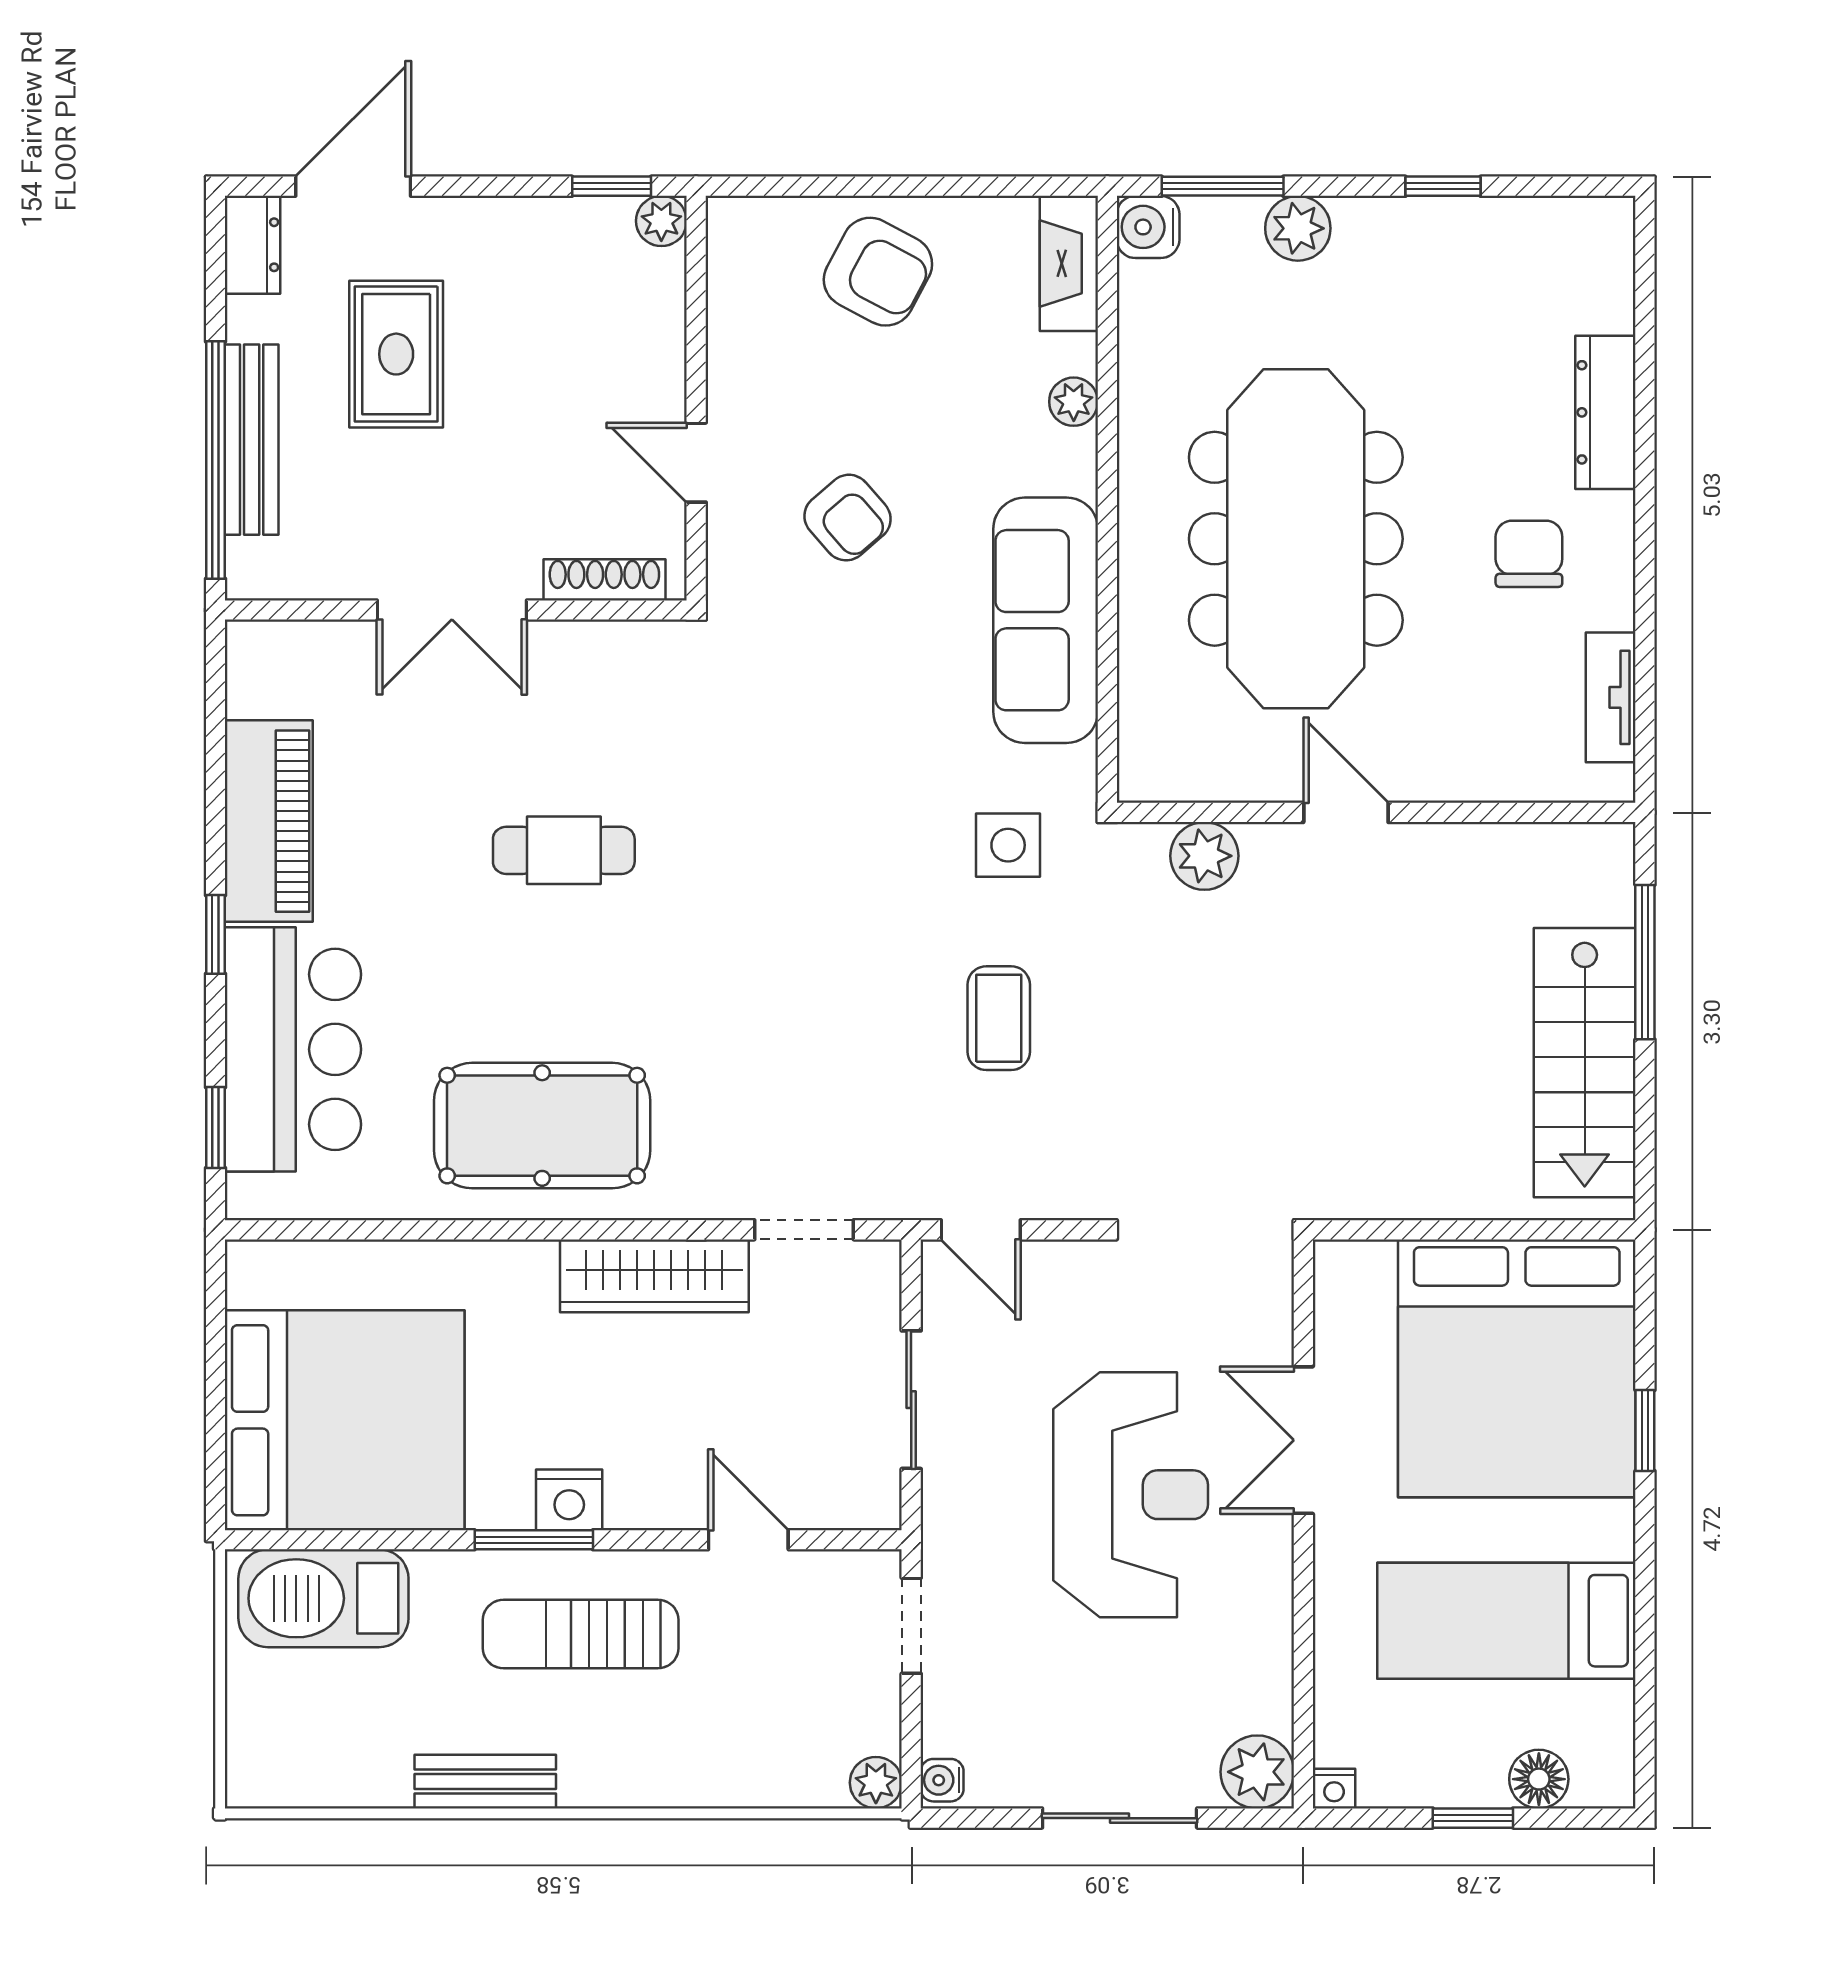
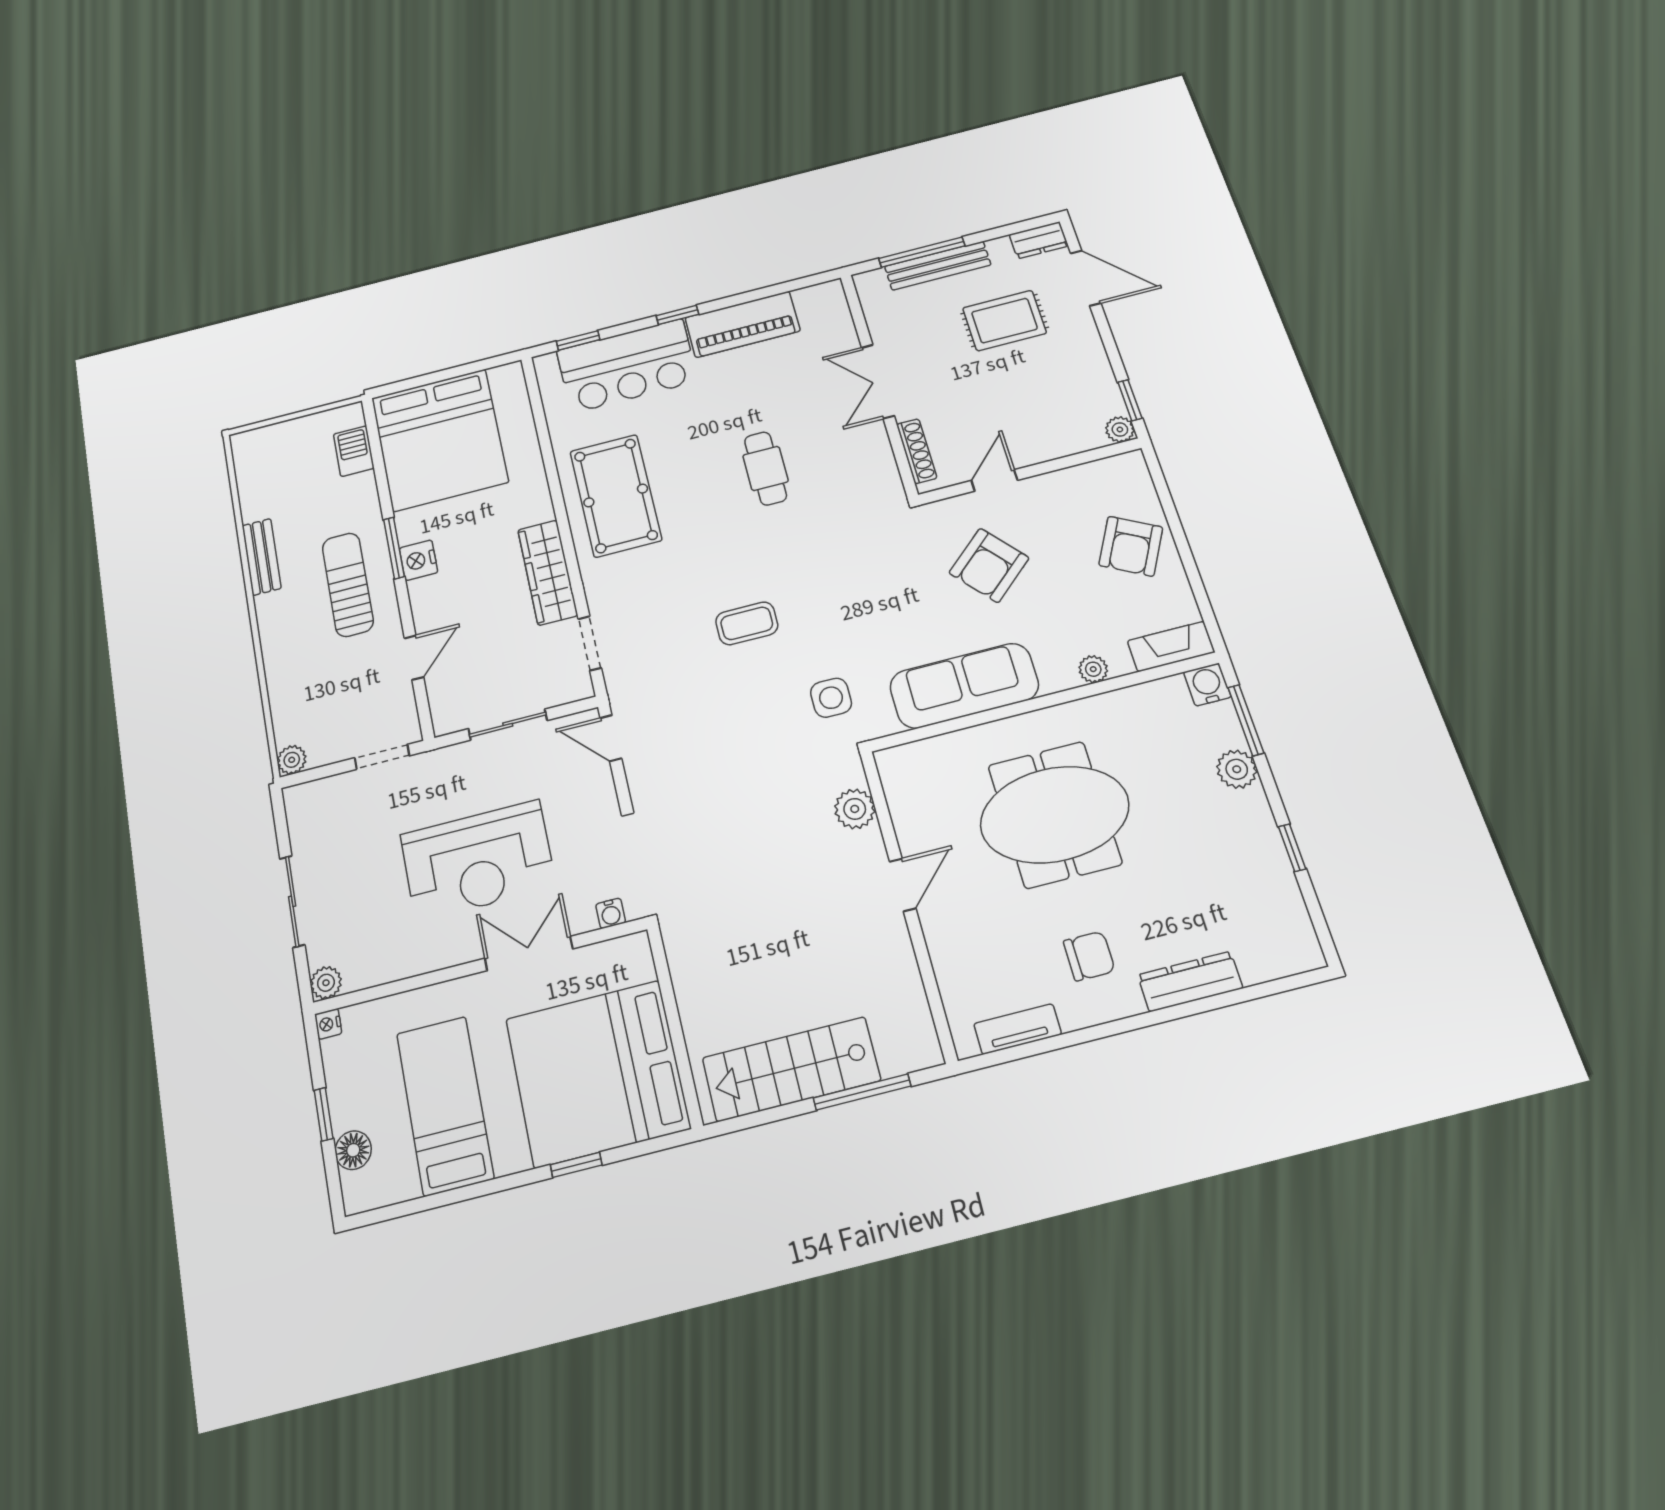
window: (215, 460) -> (922, 252), width x0.68
armchair: (848, 518) -> (989, 565), width x1.38, depth x1.38
meeting table: (1296, 539) -> (1055, 814), width x0.73
coffee table: (999, 1018) -> (747, 623), moved
door: (981, 1230) -> (611, 738), hinge flipped
barbecue: (323, 1598) -> (354, 451), width x0.53, depth x0.65
plant: (1257, 1772) -> (326, 983), width x0.73, depth x0.73
water cooler: (942, 1780) -> (611, 913), moved, turned 180

